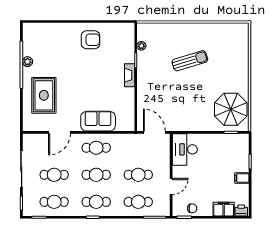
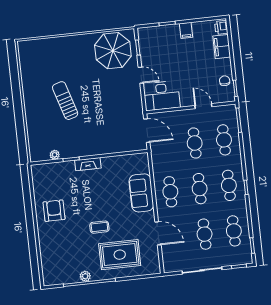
coffee table: (71, 80) -> (99, 227), added
door: (154, 132) -> (147, 131), swing flipped
door: (206, 132) -> (141, 75), added

